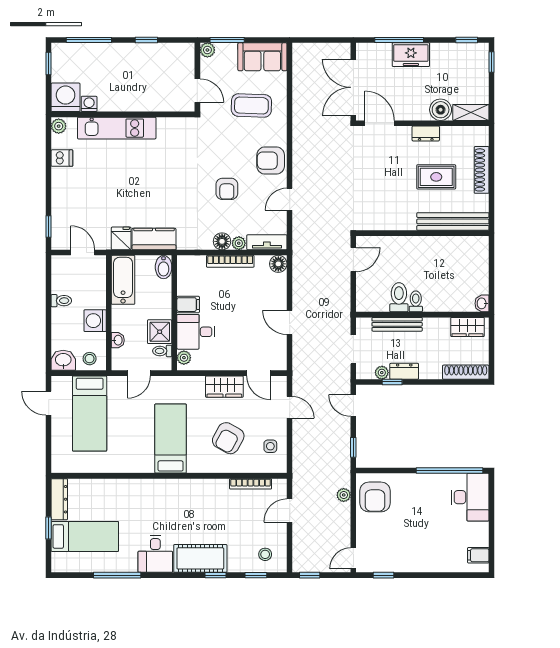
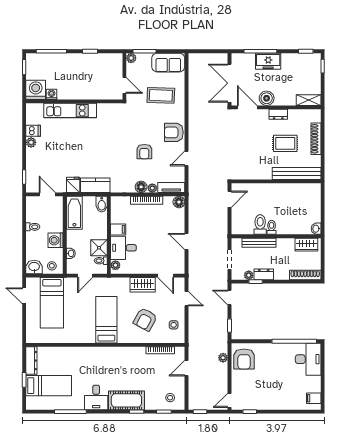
boiler: (441, 110) -> (267, 98), moved
plant: (59, 126) -> (31, 142), moved

